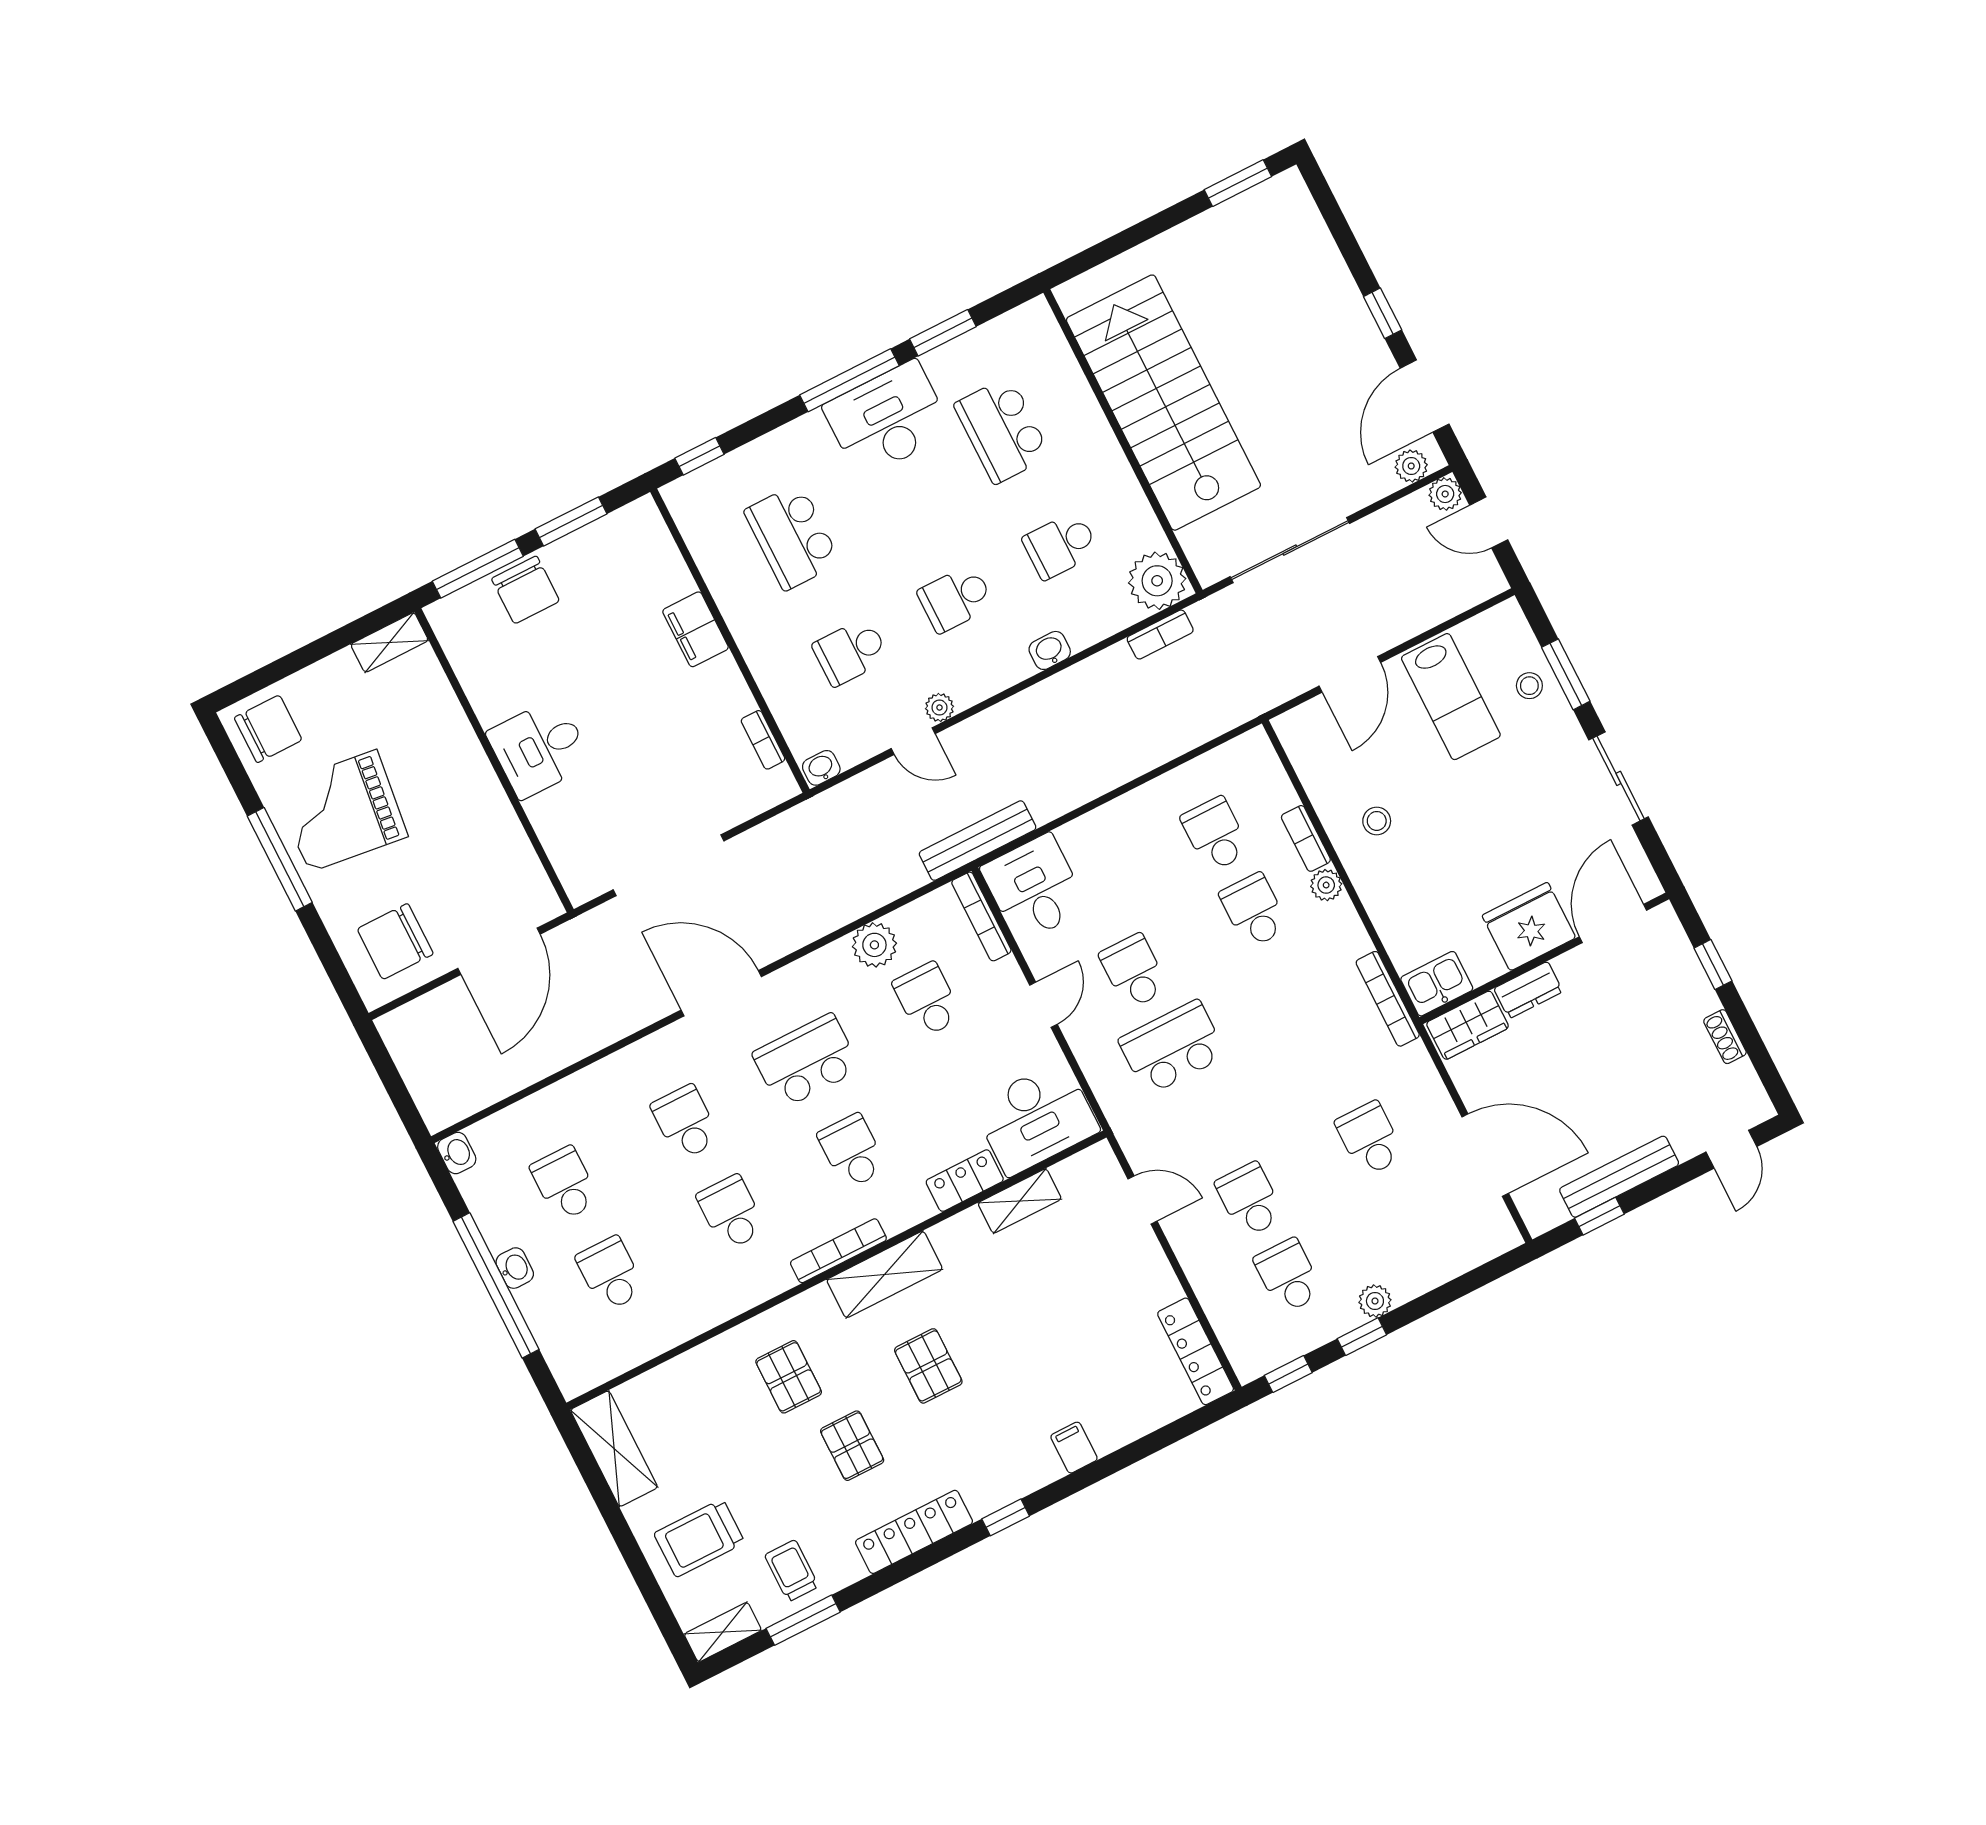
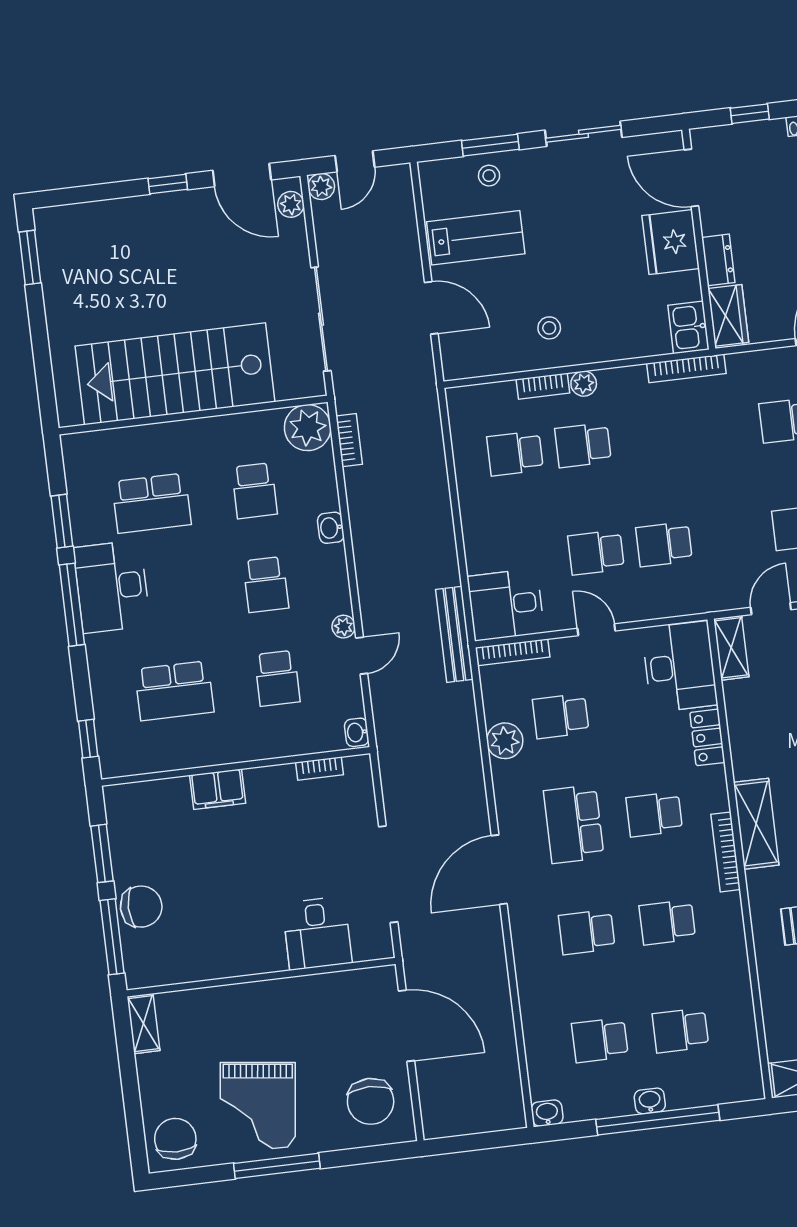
desk: (539, 748) -> (317, 933), moved
school desk: (1172, 1048) -> (664, 544), width x0.54
shelving: (1020, 1201) -> (731, 648), moved

